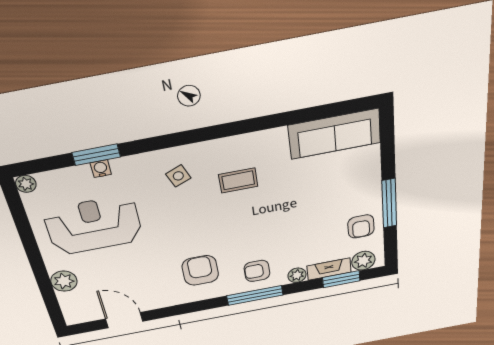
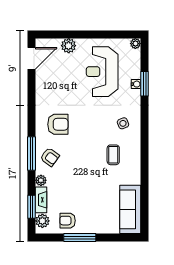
reception desk: (93, 225) -> (102, 72), turned 180
armchair: (257, 271) -> (50, 157), turned 126
door: (124, 320) -> (32, 58), moved

